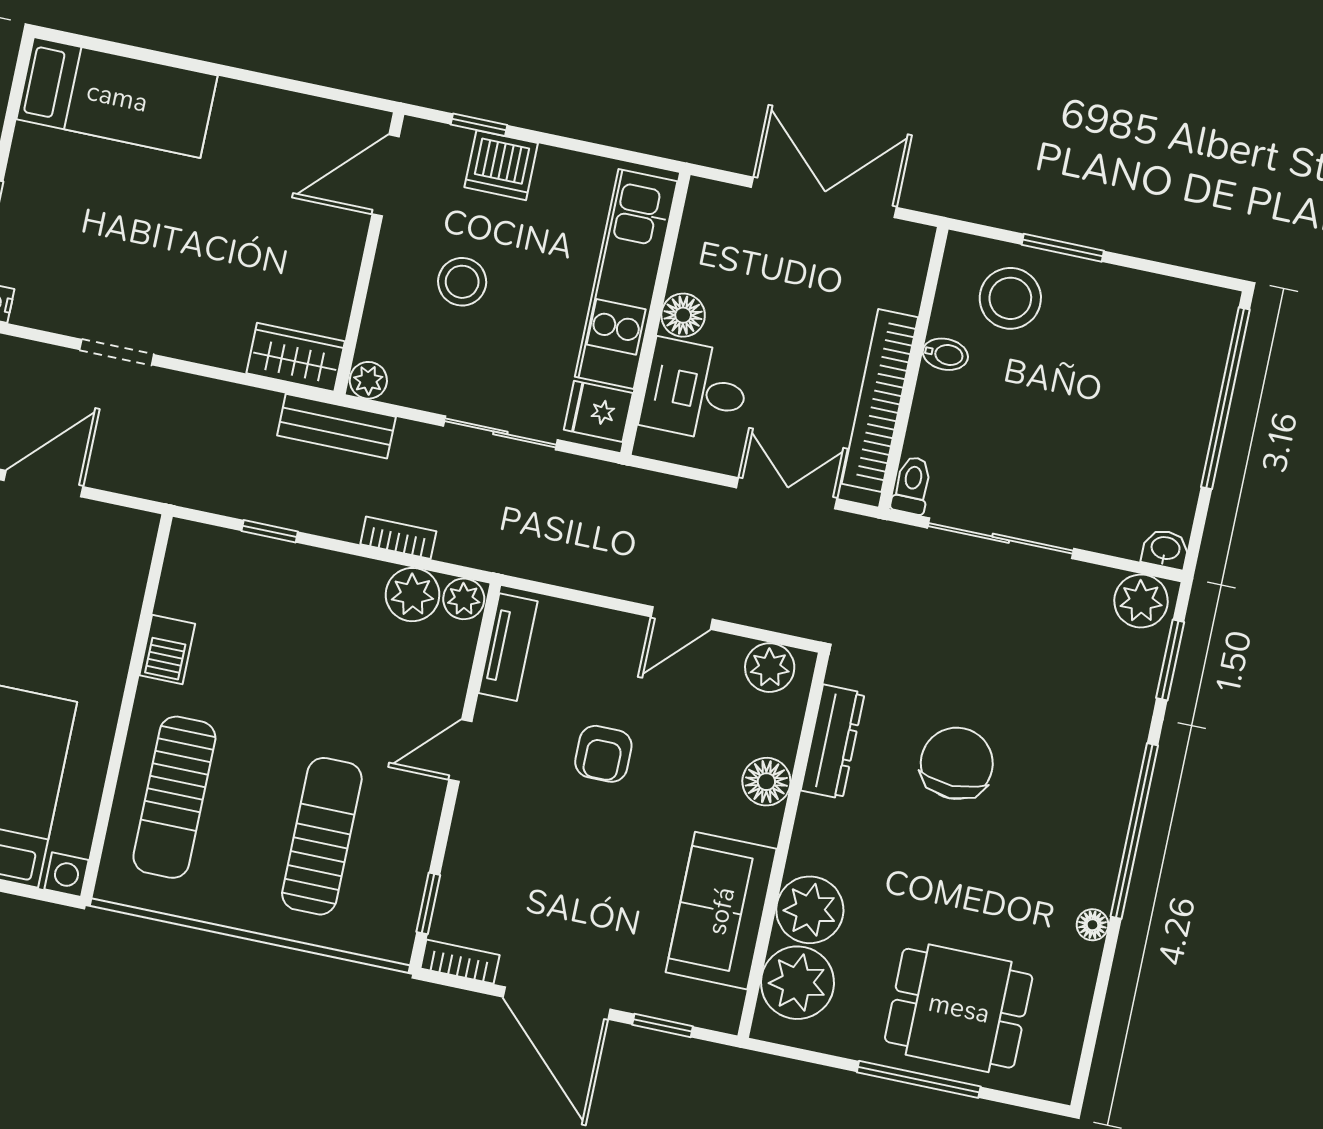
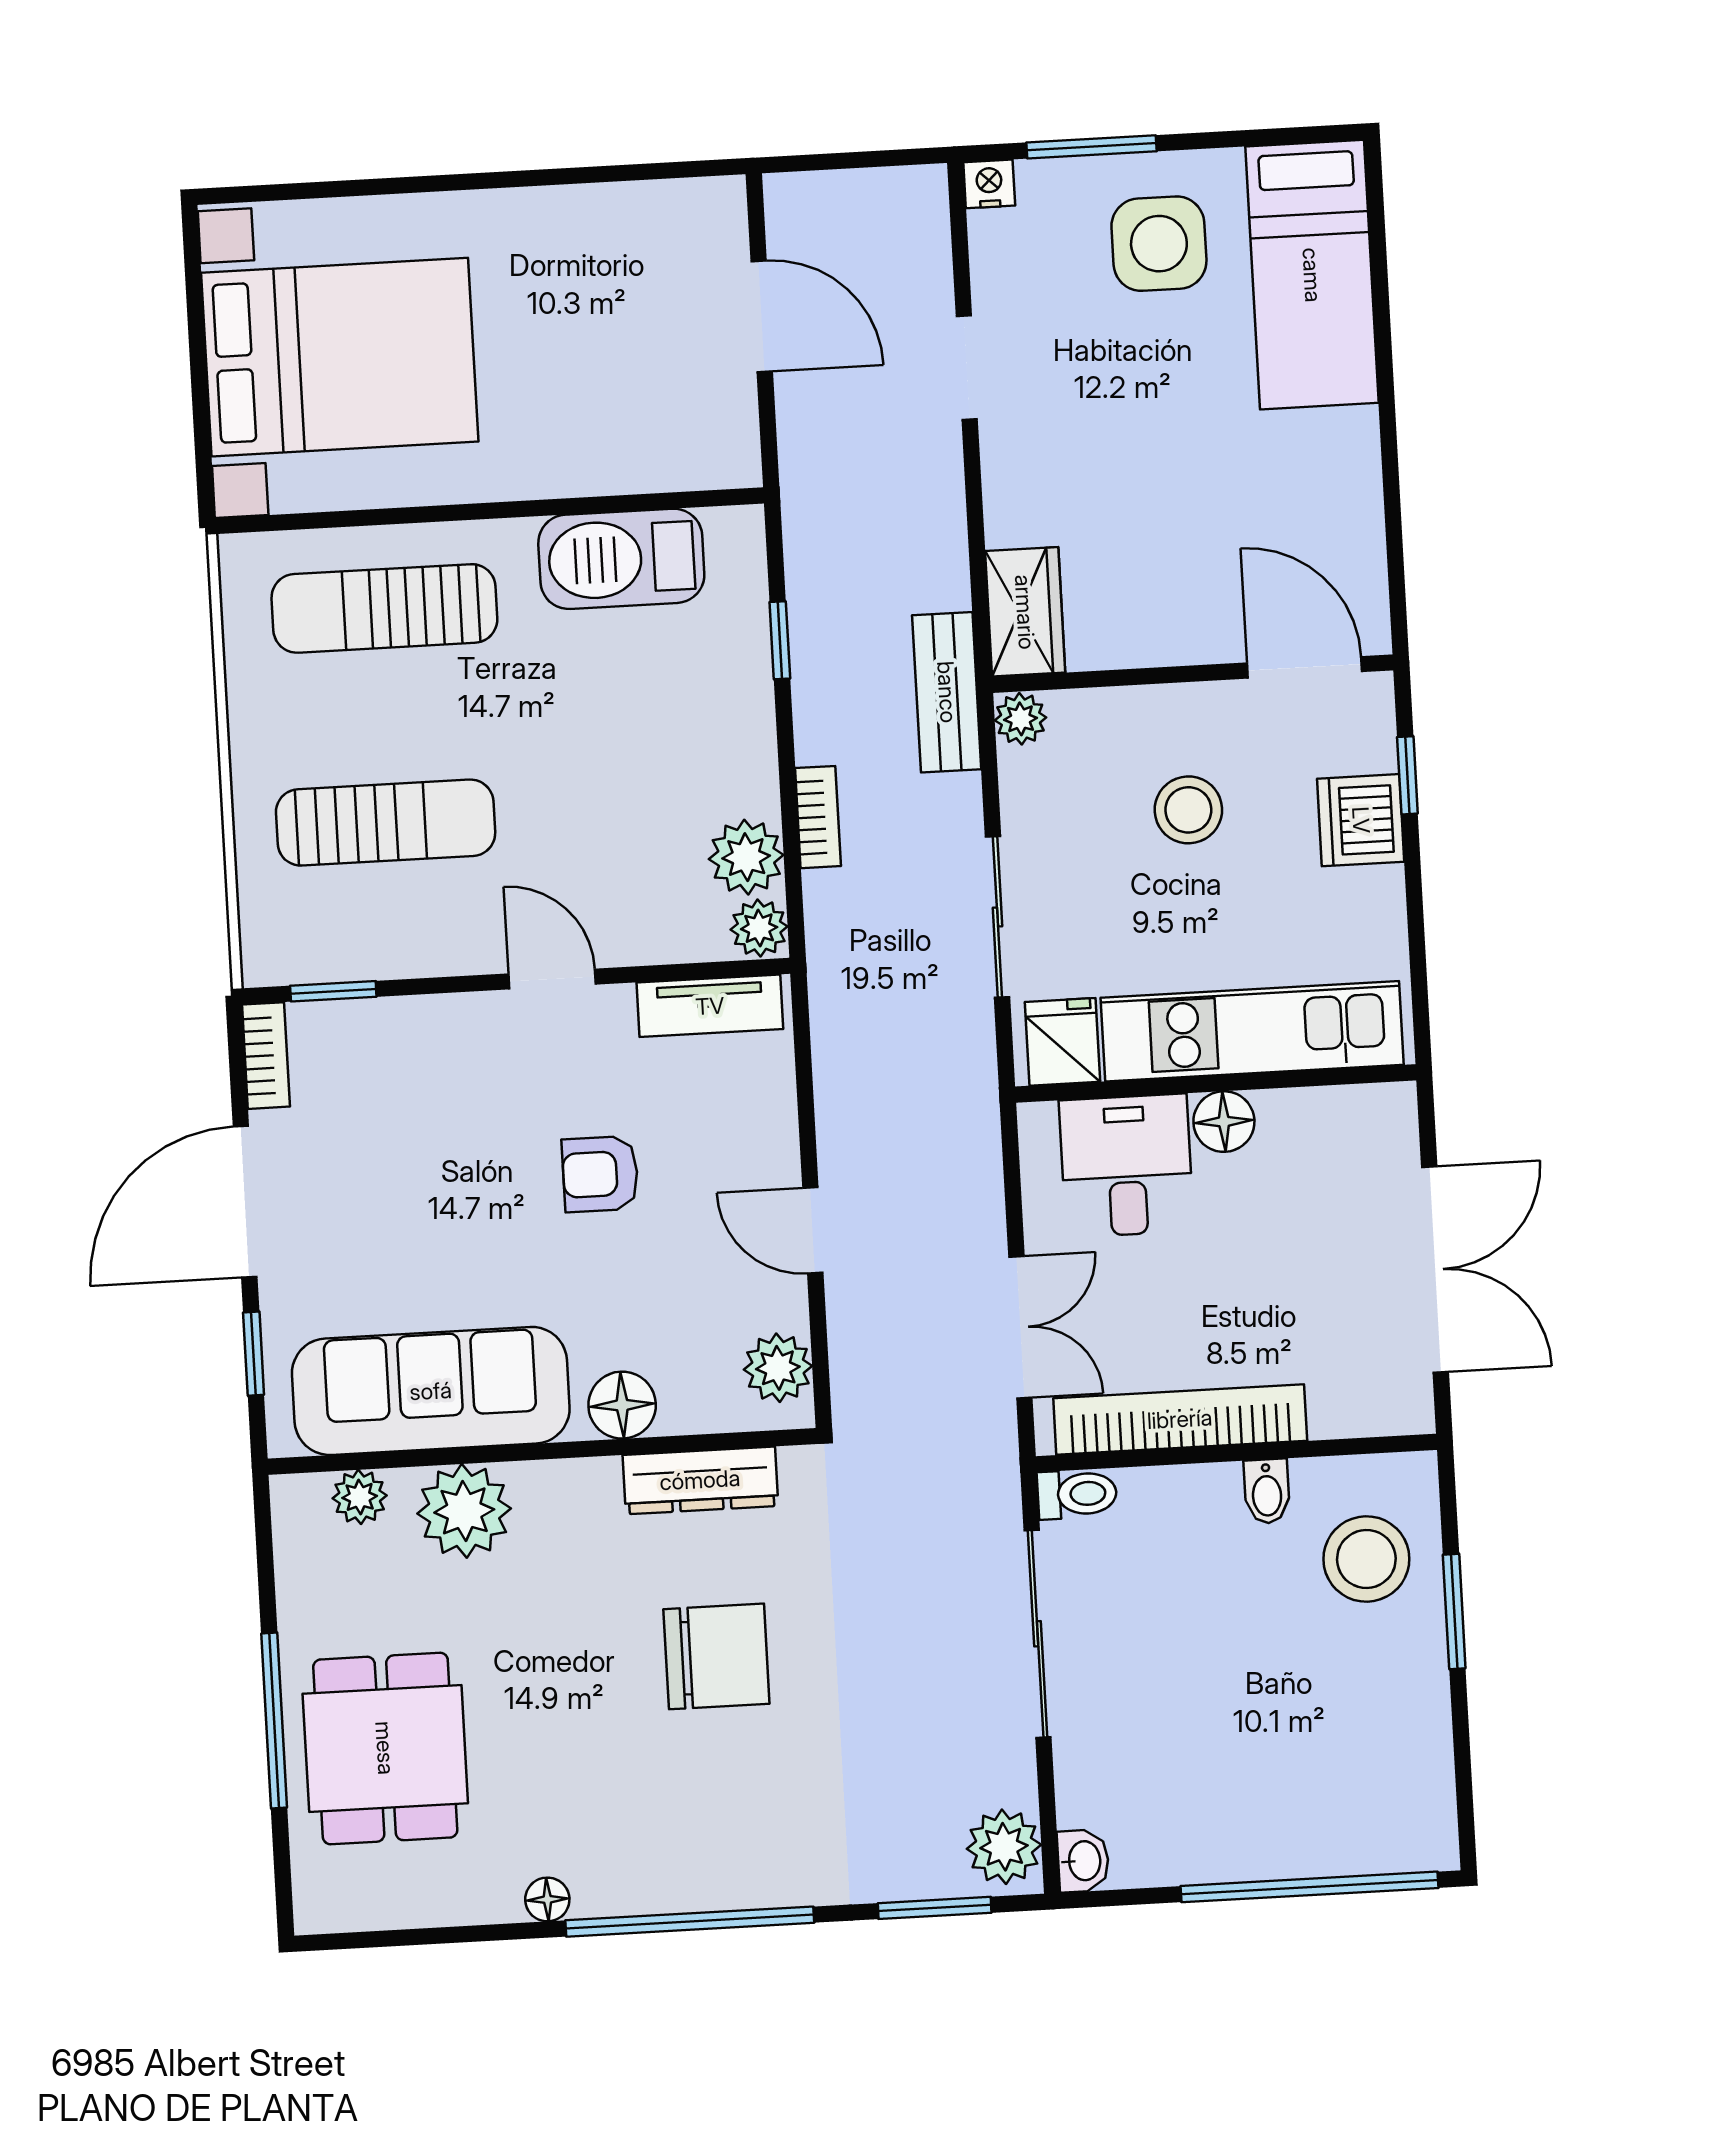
side table: (67, 197) -> (1159, 244), added
barbecue: (167, 650) -> (621, 559), width x1.88, depth x1.53
sofa: (721, 911) -> (431, 1391), width x1.36
plant: (797, 983) -> (360, 1497), width x0.53, depth x0.53

